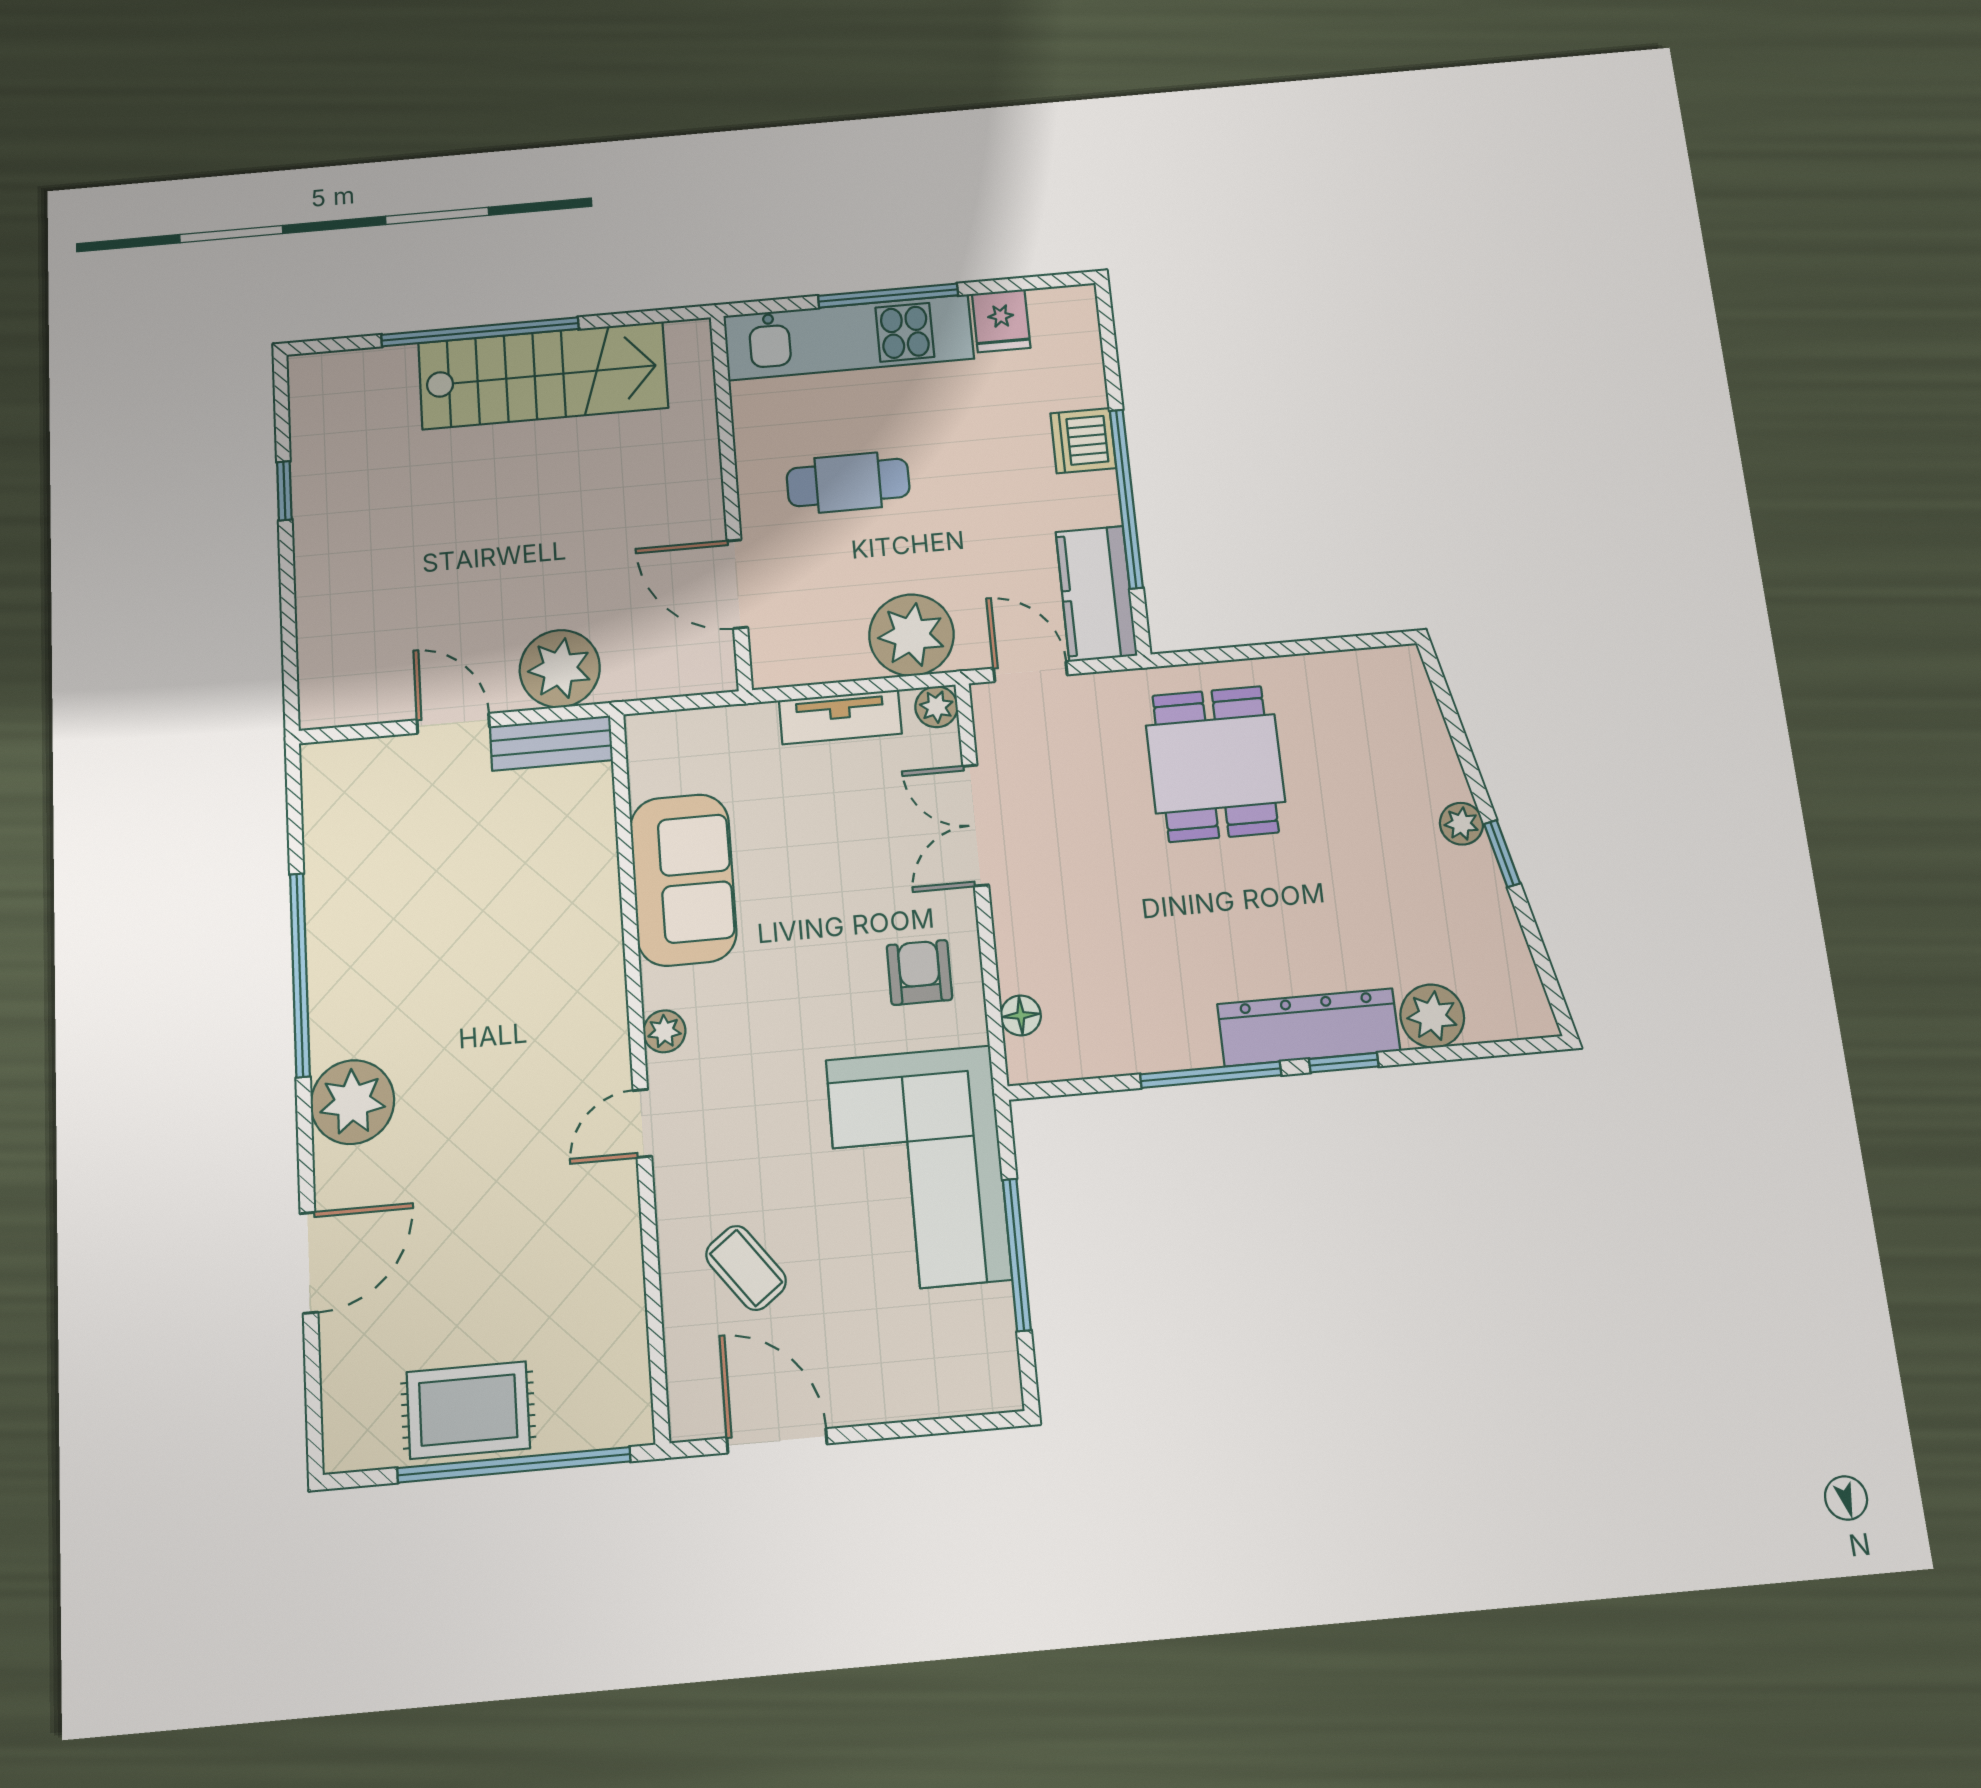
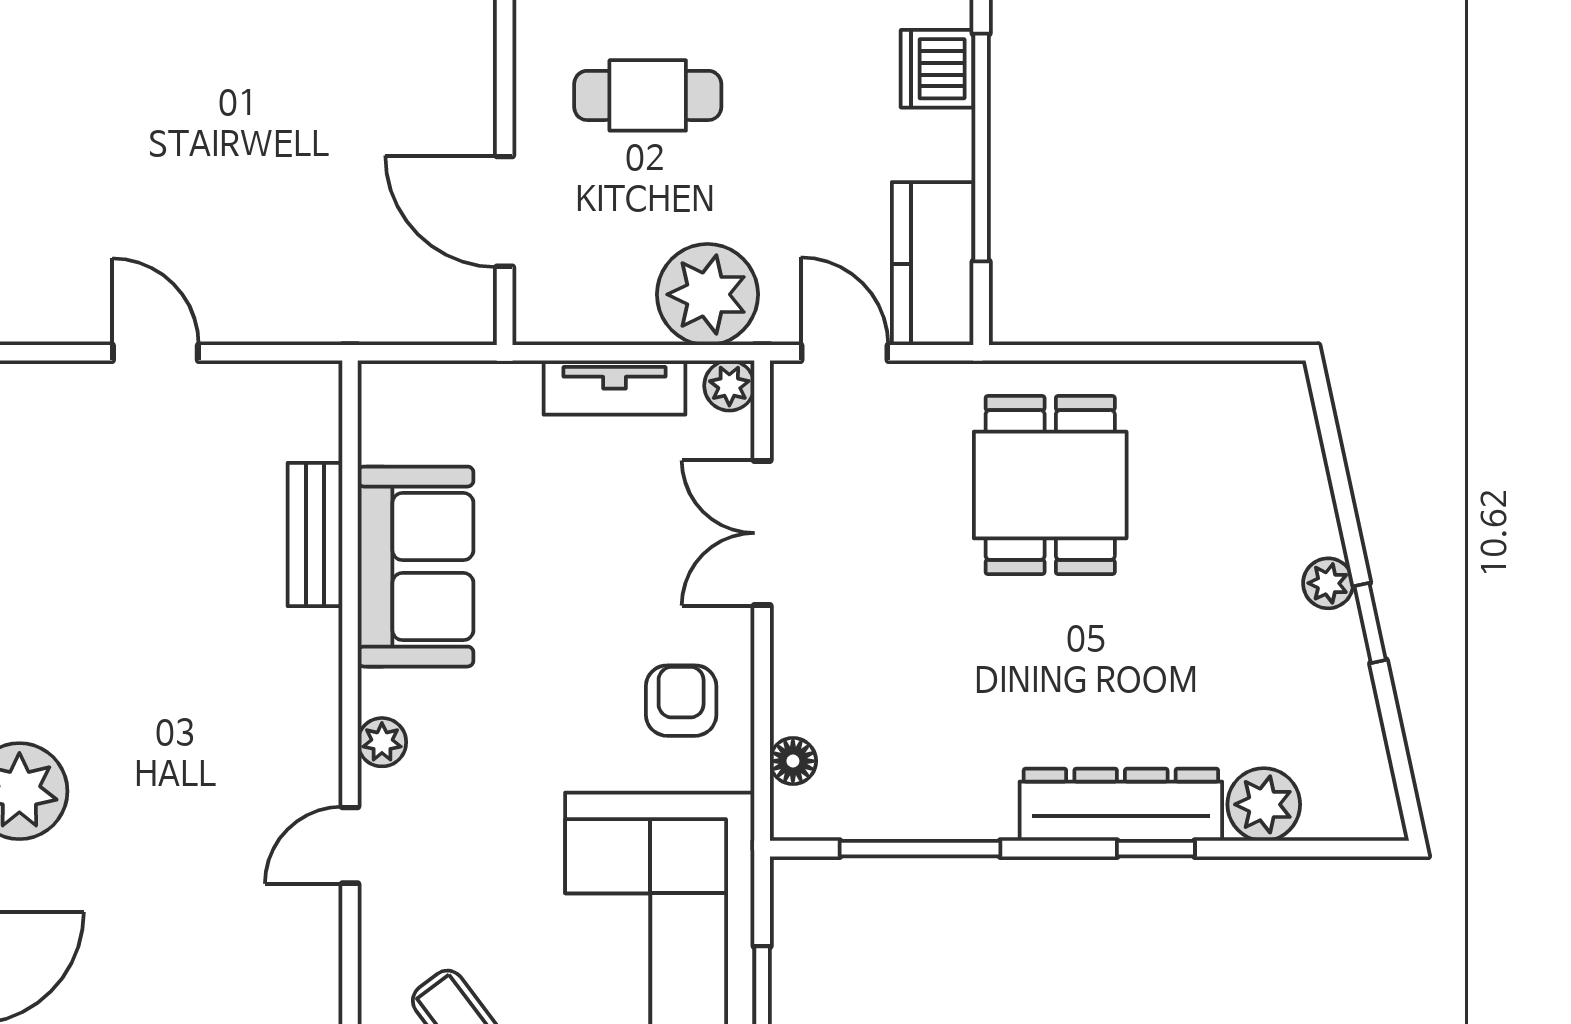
plant: (560, 669) -> (286, 297), removed
bench: (551, 743) -> (315, 534), moved, turned 90
window: (1211, 1075) -> (920, 849), moved

